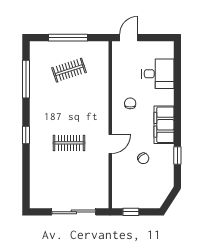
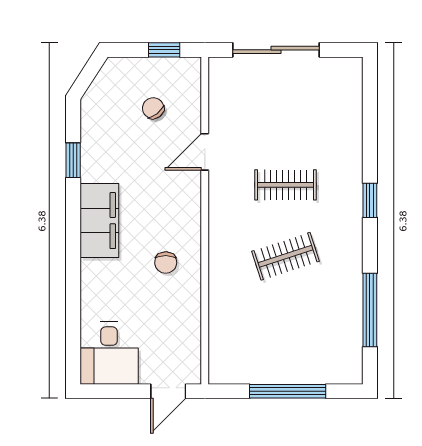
clothes rail: (69, 70) -> (285, 256), moved
desk: (158, 74) -> (109, 353), moved, turned -90
door: (110, 144) -> (205, 152), moved
chair: (143, 158) -> (153, 108), moved

